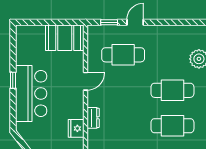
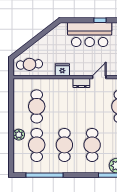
door: (86, 81) -> (99, 77), swing flipped
dresser: (93, 118) -> (81, 83), moved

